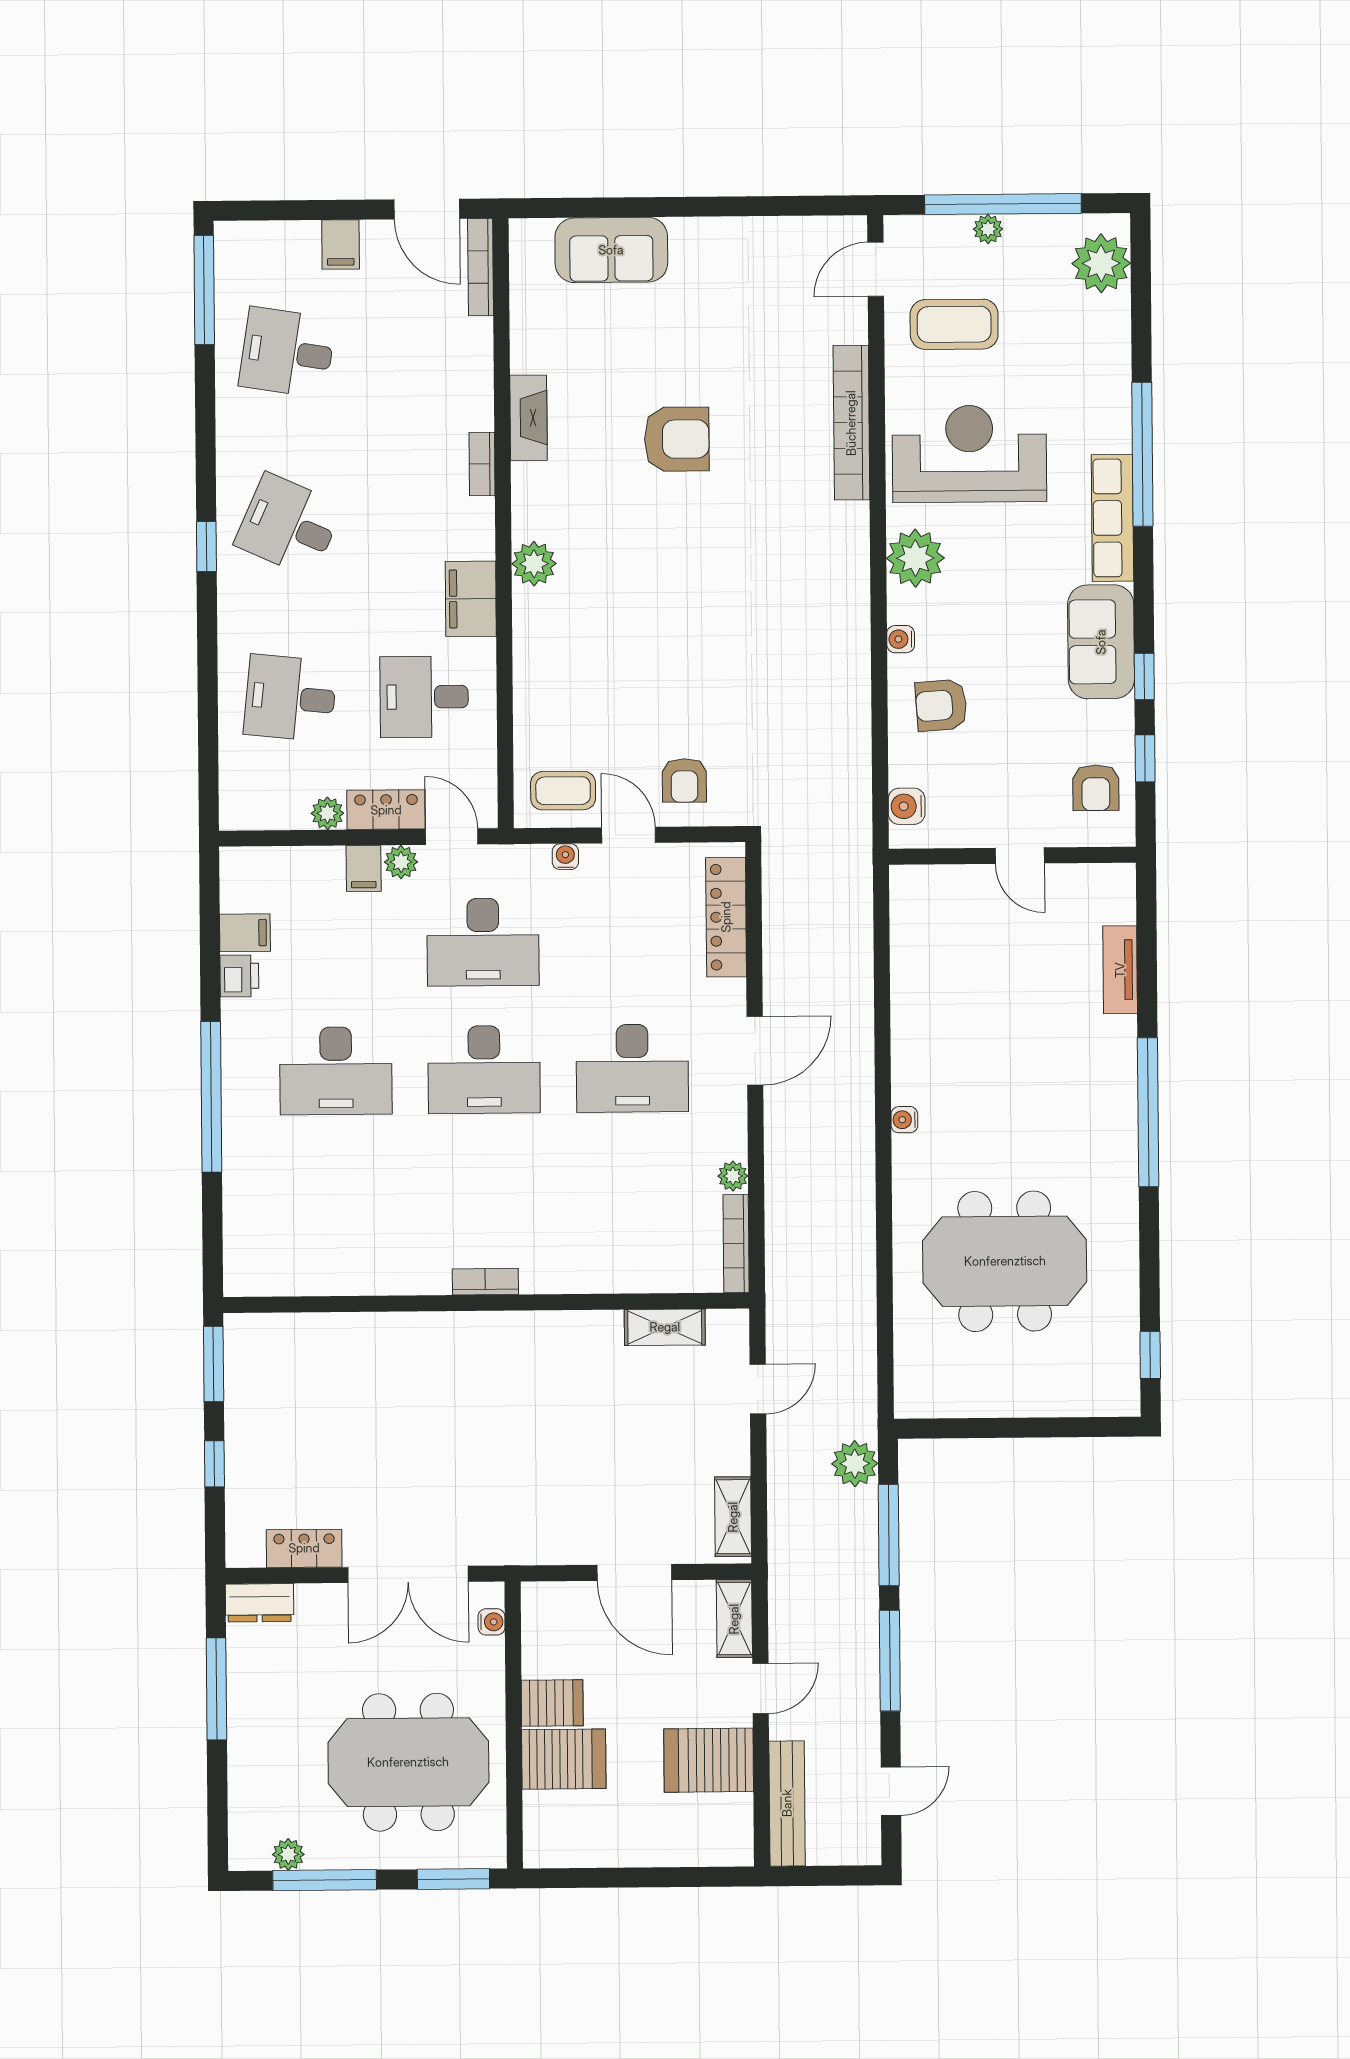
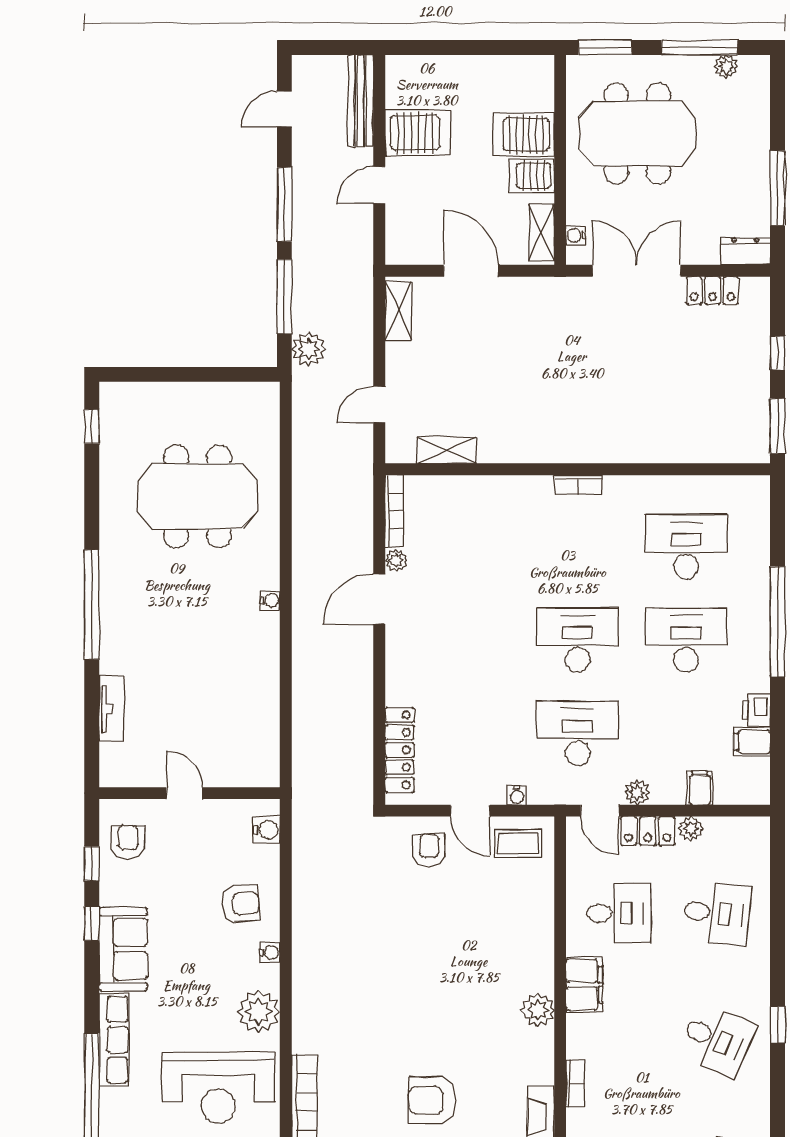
filing cabinet: (364, 868) -> (700, 788), moved
door: (755, 1051) -> (379, 599), moved
desk: (632, 1068) -> (686, 547), moved
shelving: (734, 1619) -> (541, 233), moved

